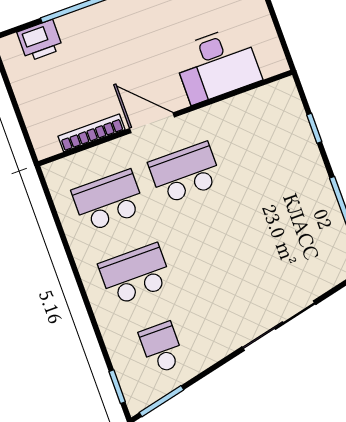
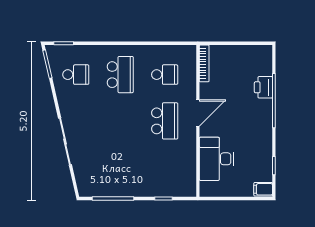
printer: (40, 41) -> (263, 87), moved
bookcase: (91, 133) -> (204, 63), moved
school desk: (108, 201) -> (165, 75), width x0.54

